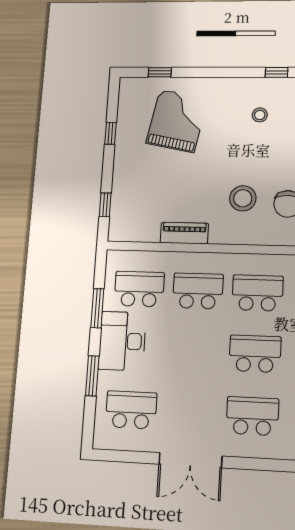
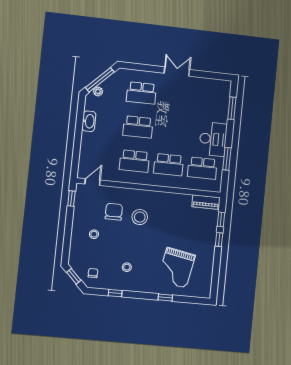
window: (160, 72) -> (165, 298), moved
window: (110, 133) -> (219, 240), moved
piano: (184, 233) -> (206, 202), moved
window: (92, 376) -> (232, 108), moved
school desk: (131, 410) -> (209, 101), removed
double door: (190, 460) -> (177, 71), width x0.73

